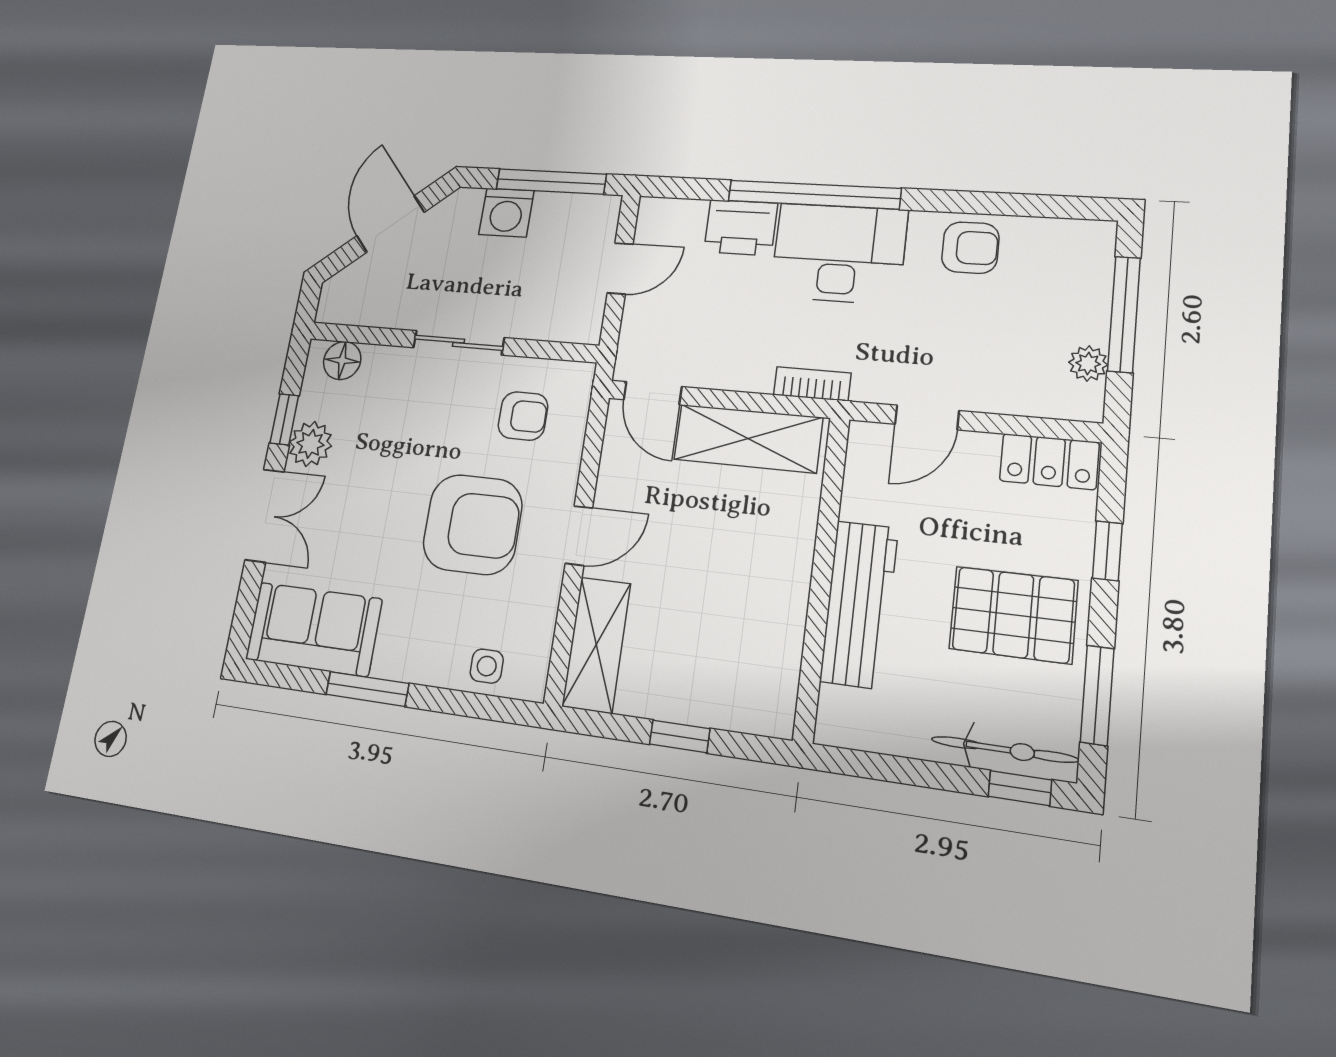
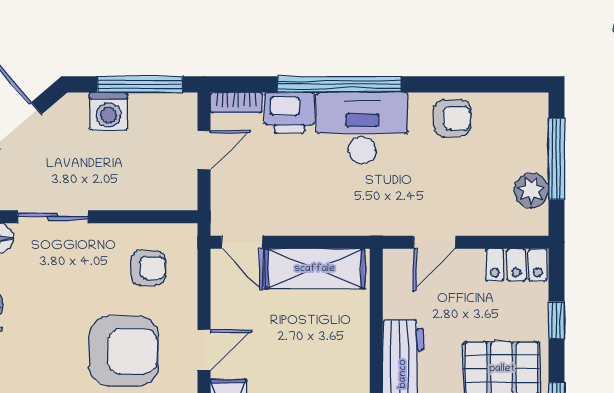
sliding door: (459, 343) -> (53, 217), moved
plant: (1088, 364) -> (531, 191), width x1.38, depth x1.38
bookcase: (812, 384) -> (236, 103), moved, turned 180

